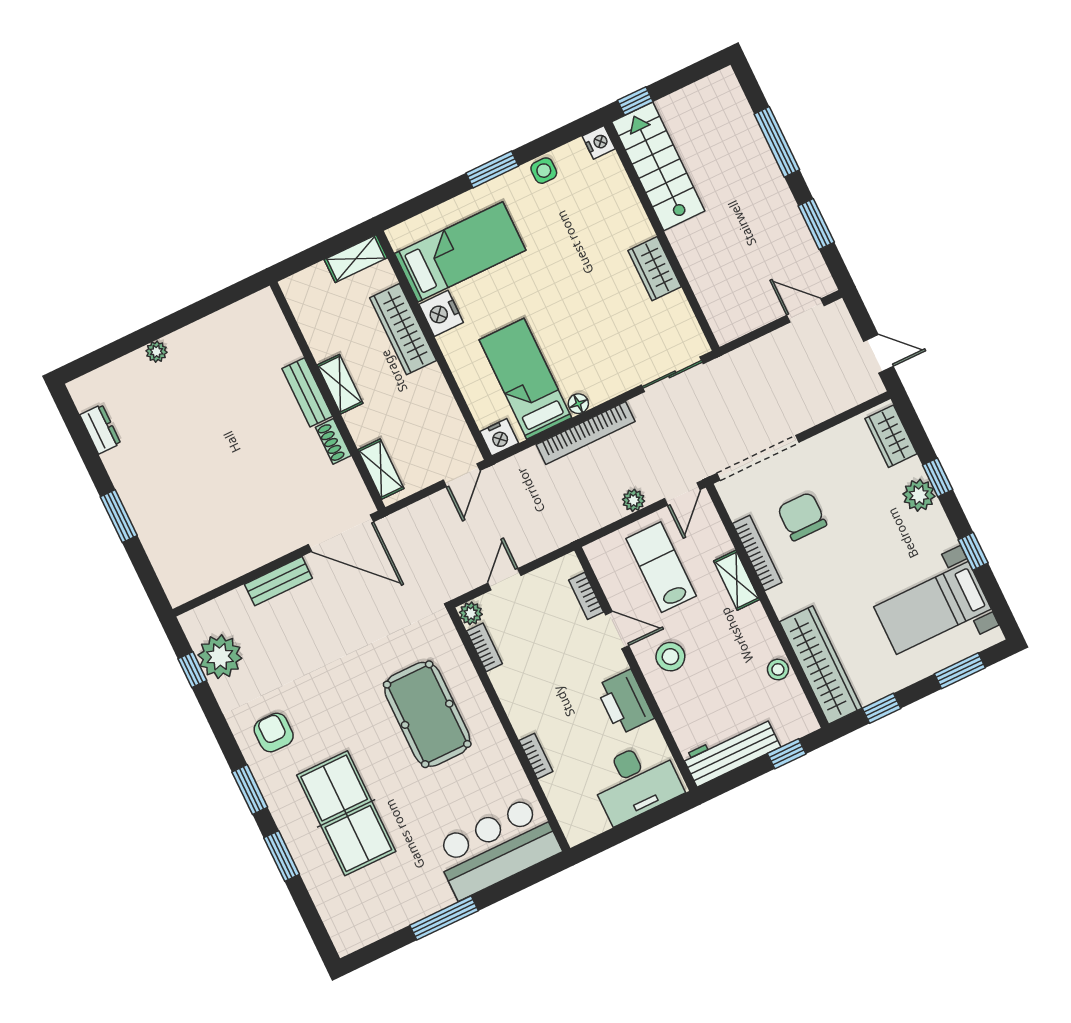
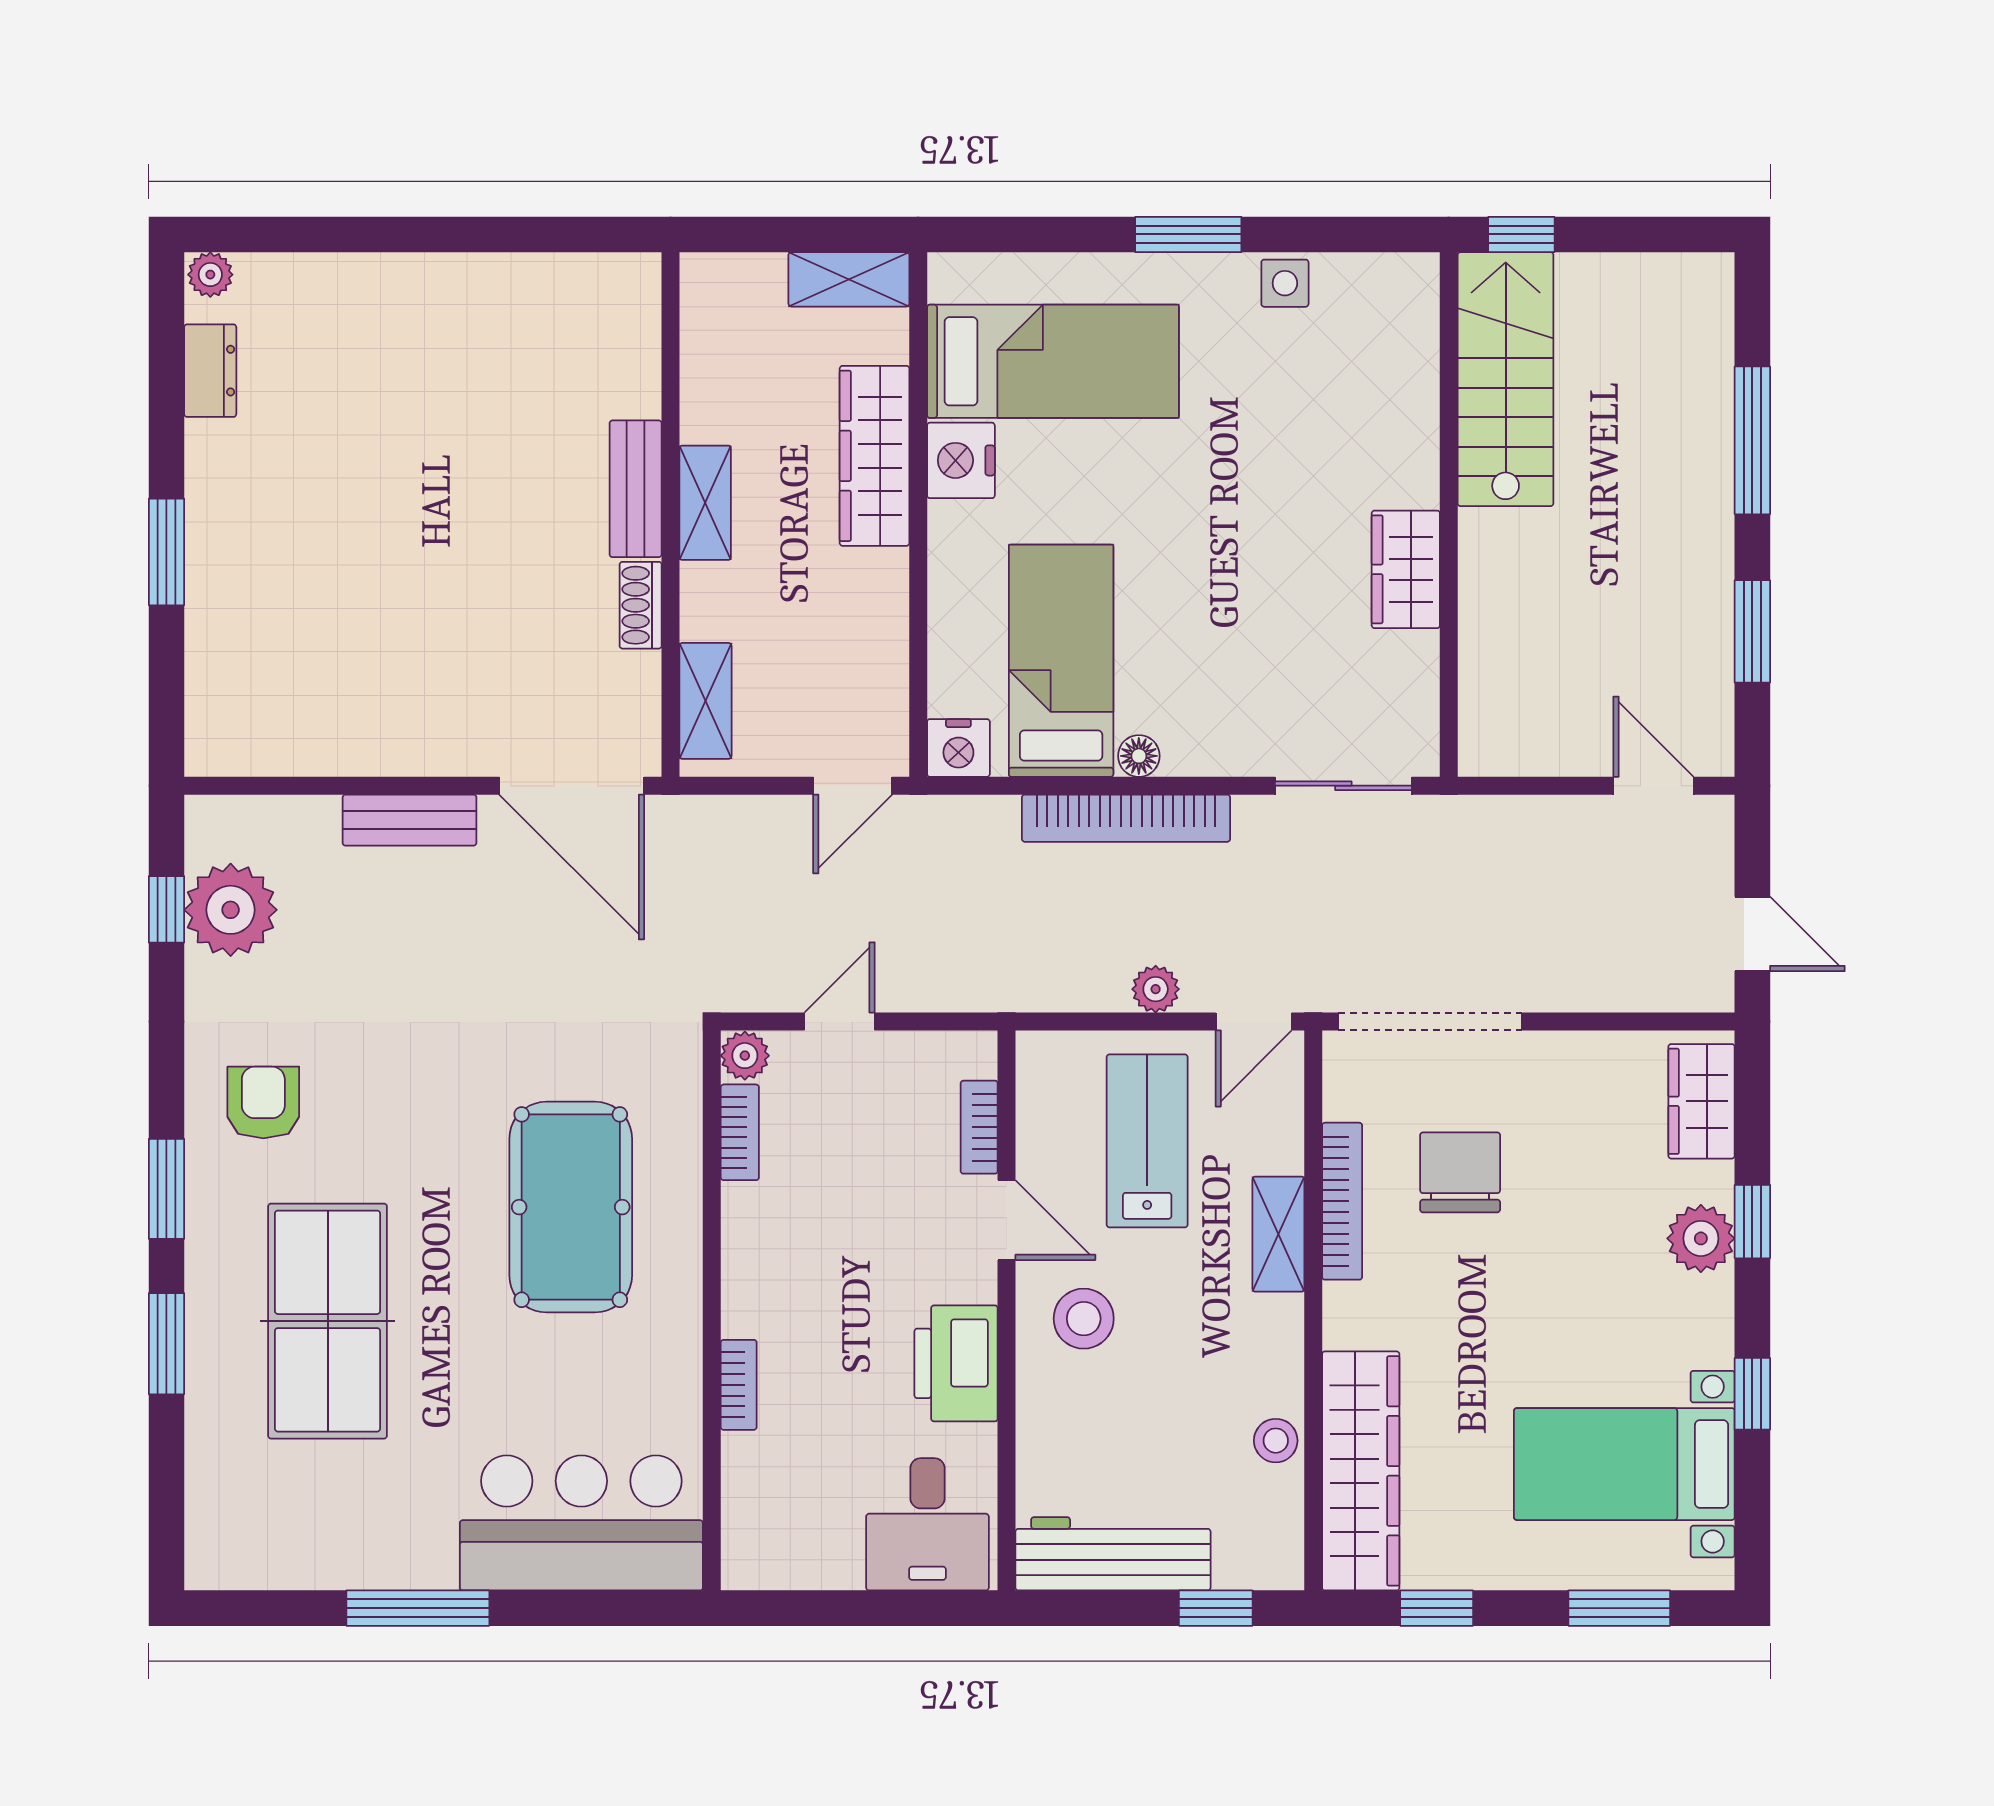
nightstand: (599, 142) -> (1415, 280), removed
plant: (156, 352) -> (210, 275), moved
desk: (636, 782) -> (927, 1524), width x0.73

